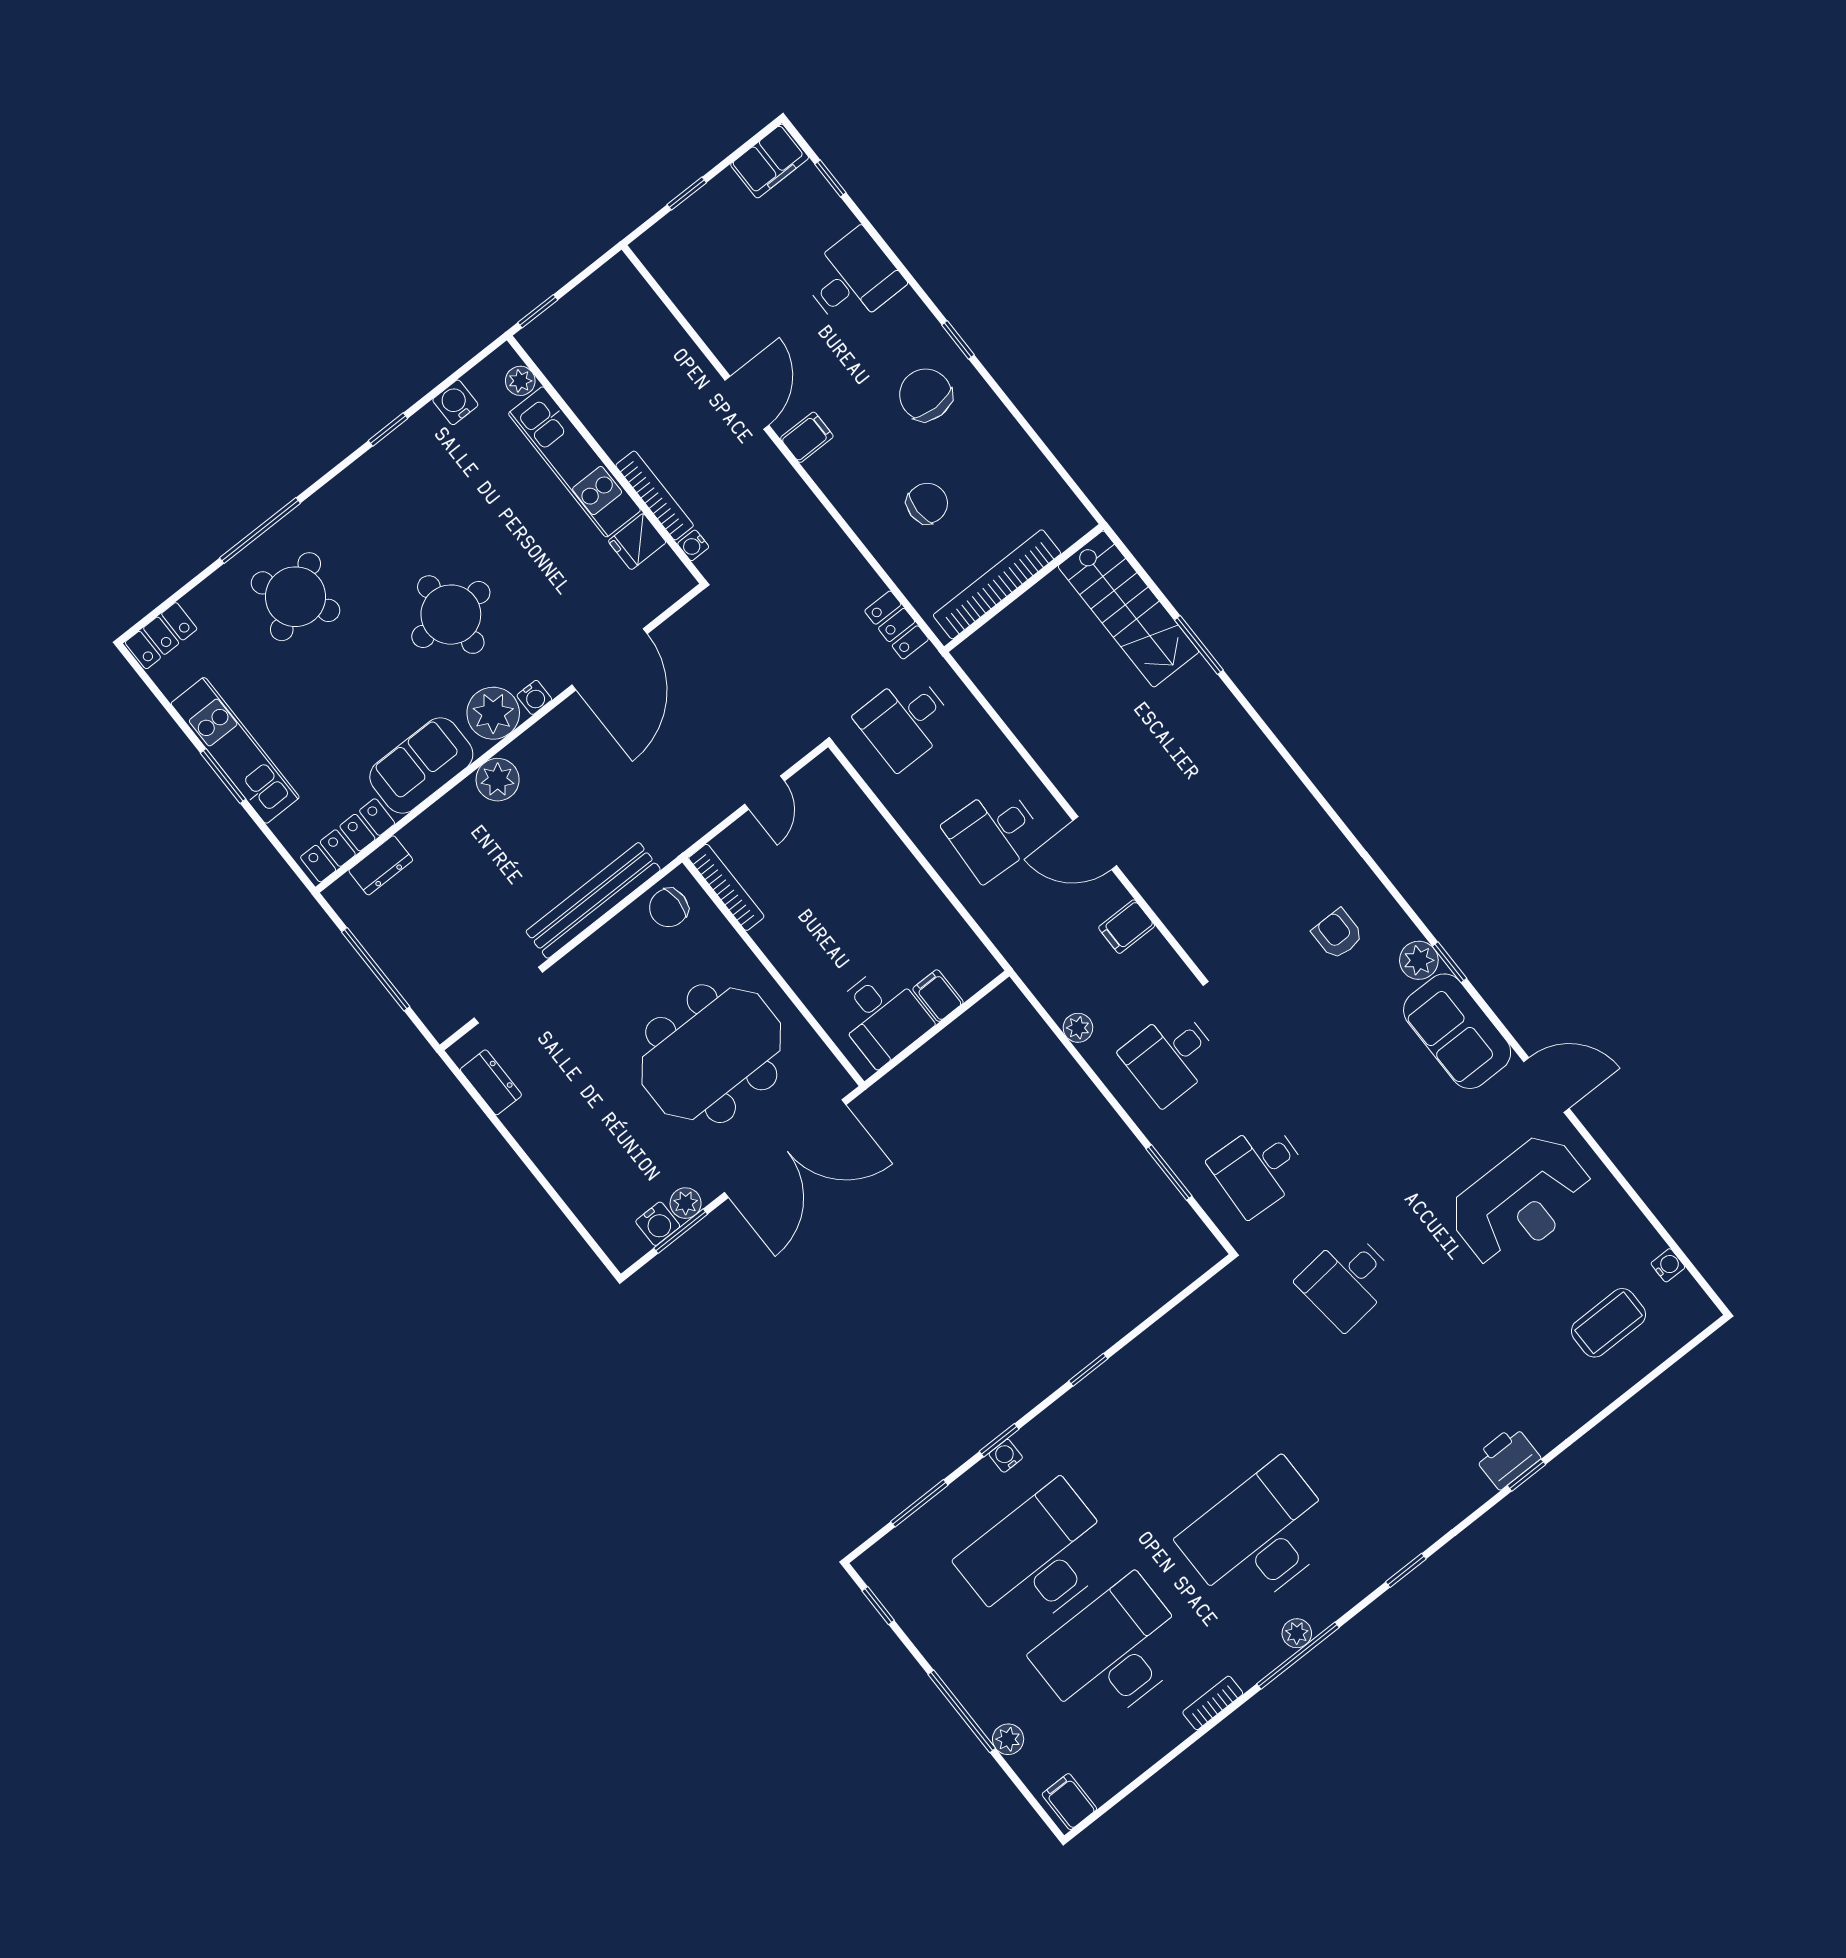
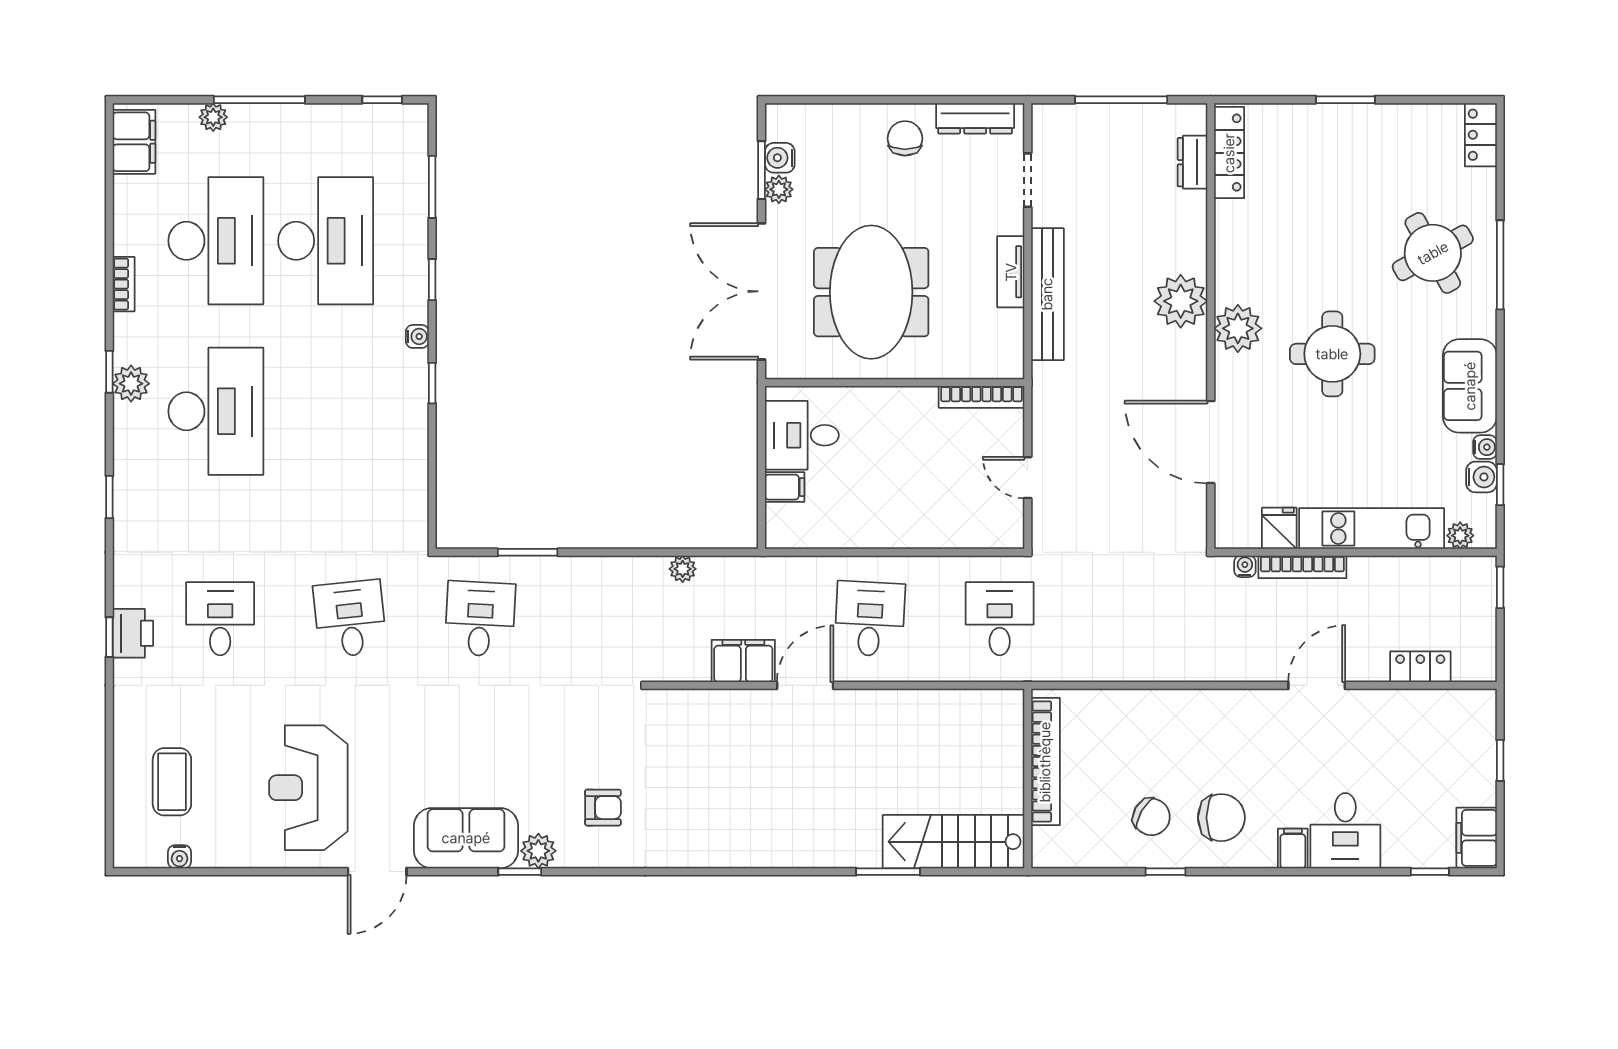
window: (958, 340) -> (1165, 872), moved
door: (747, 403) -> (1317, 685), swing flipped
window: (388, 429) -> (1500, 485), moved
filing cabinet: (807, 437) -> (1293, 848), moved, turned 180
chair: (927, 503) -> (1151, 817), moved, turned -60
locker: (897, 625) -> (1420, 667), moved
water cooler: (534, 697) -> (1485, 447), moved, turned 180
kitchen unit: (235, 750) -> (1357, 123), removed
sofa: (421, 766) -> (1470, 386), moved, turned 180
plant: (498, 780) -> (1181, 301), width x1.36, depth x1.36
chair: (669, 908) -> (905, 138), moved
filing cabinet: (1127, 927) -> (743, 661), width x2.00
tv unit: (599, 947) -> (1011, 272), added
doorway: (508, 995) -> (1028, 180), width x0.73
desk: (1170, 1056) -> (220, 619), moved
dresser: (491, 1082) -> (975, 118), width x1.44
water cooler: (1006, 1456) -> (417, 336), moved
plant: (1297, 1633) -> (131, 384), width x1.38, depth x1.38
window: (1298, 1656) -> (109, 372), width x0.46
filing cabinet: (1069, 1802) -> (134, 142), width x2.00

